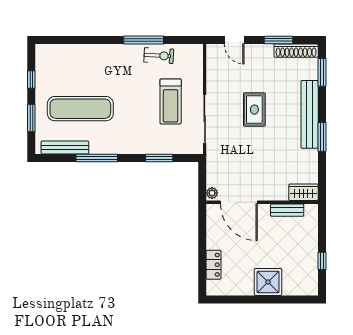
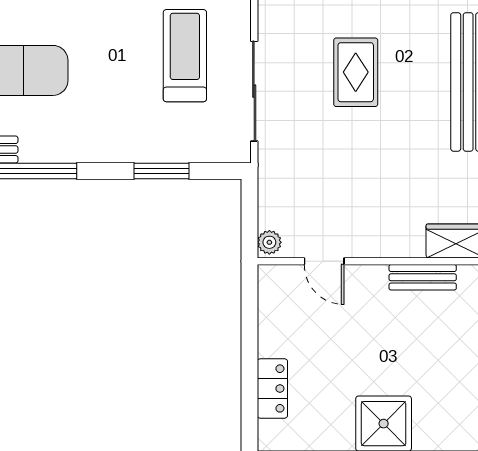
treadmill: (171, 101) -> (185, 56), turned 180
door: (239, 202) -> (324, 261), width x0.53

